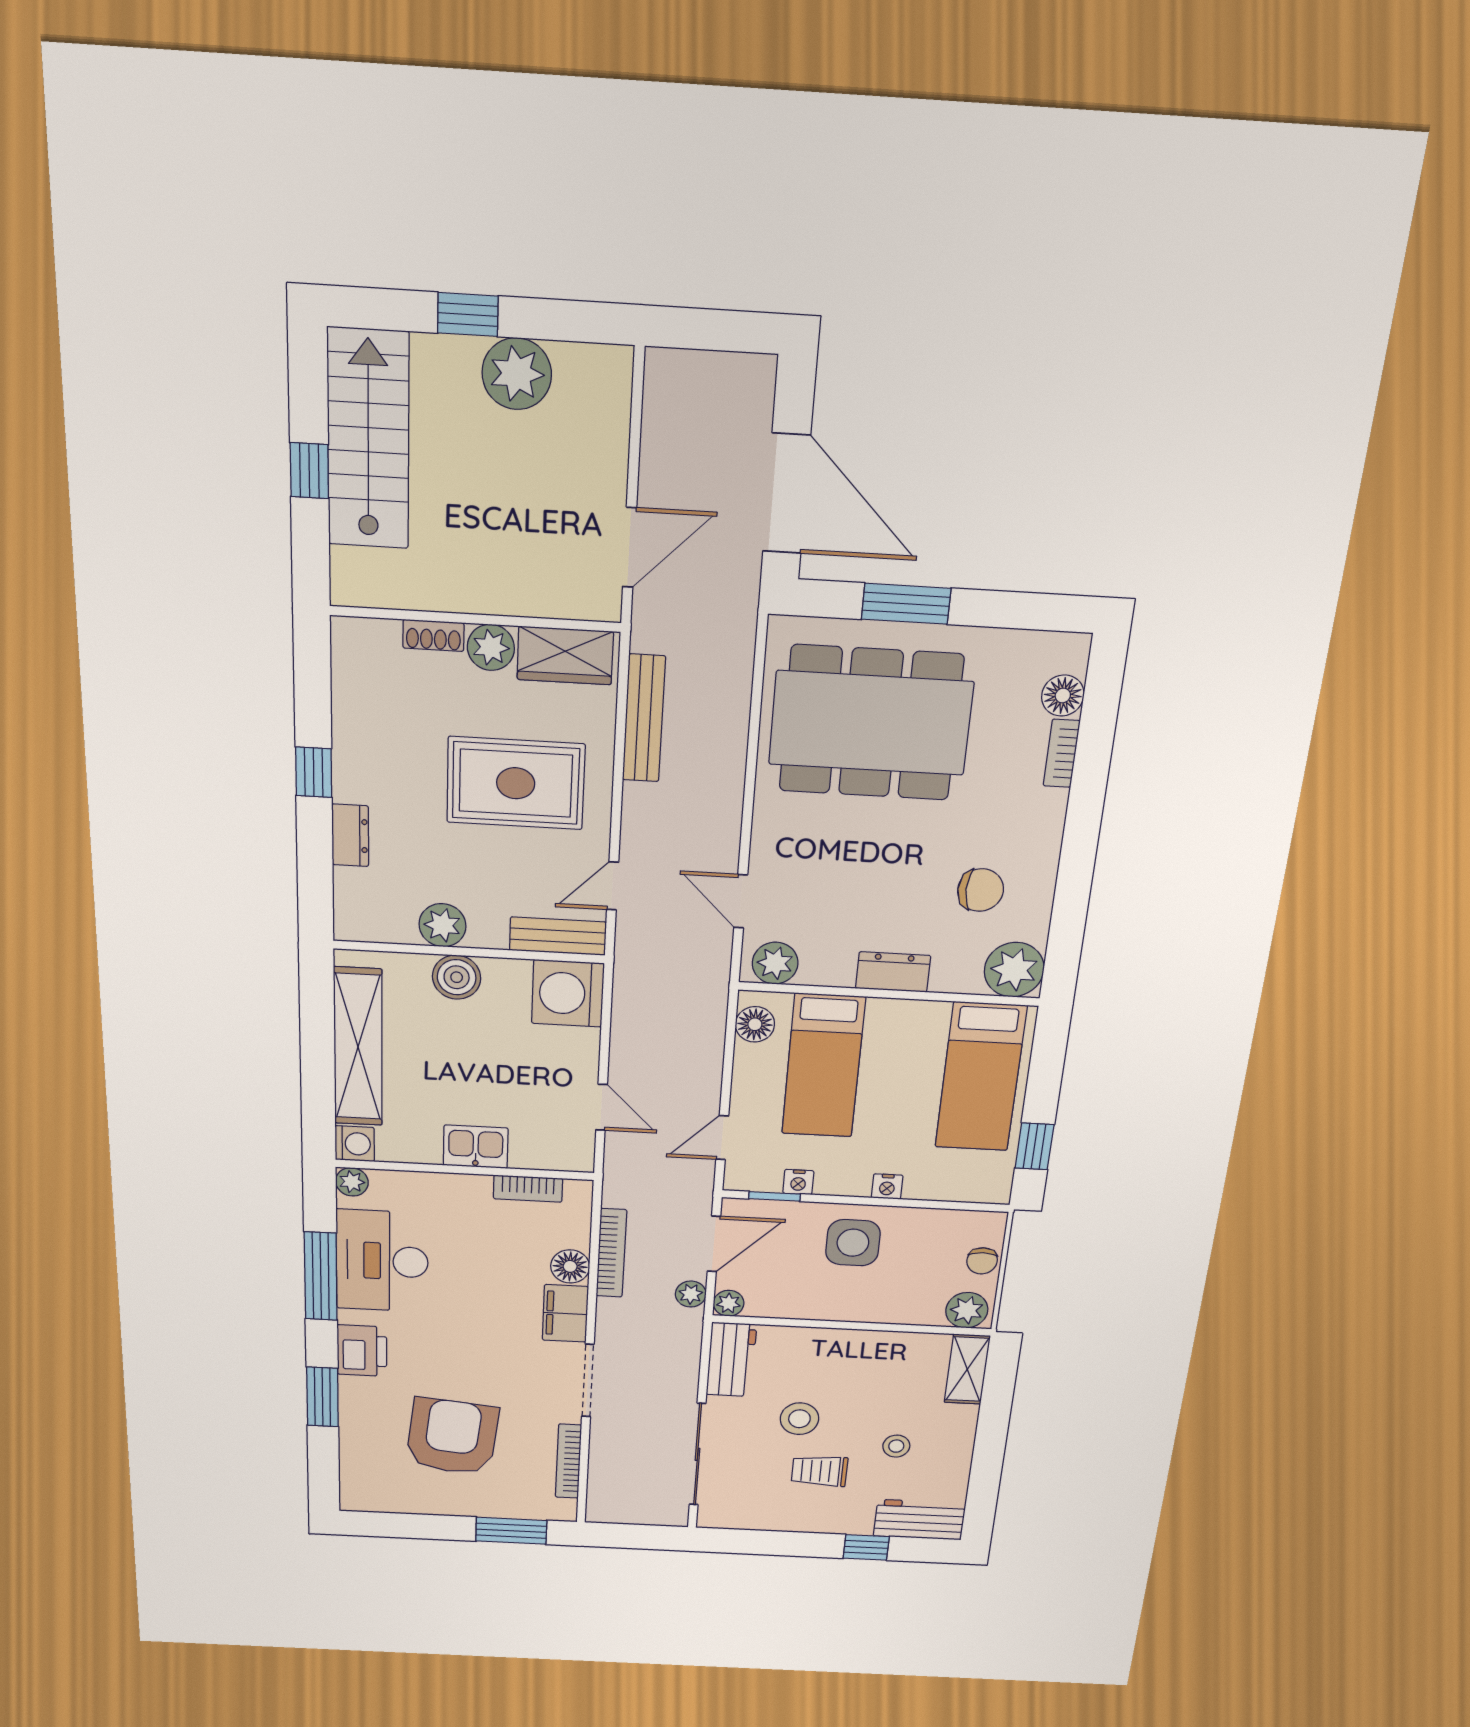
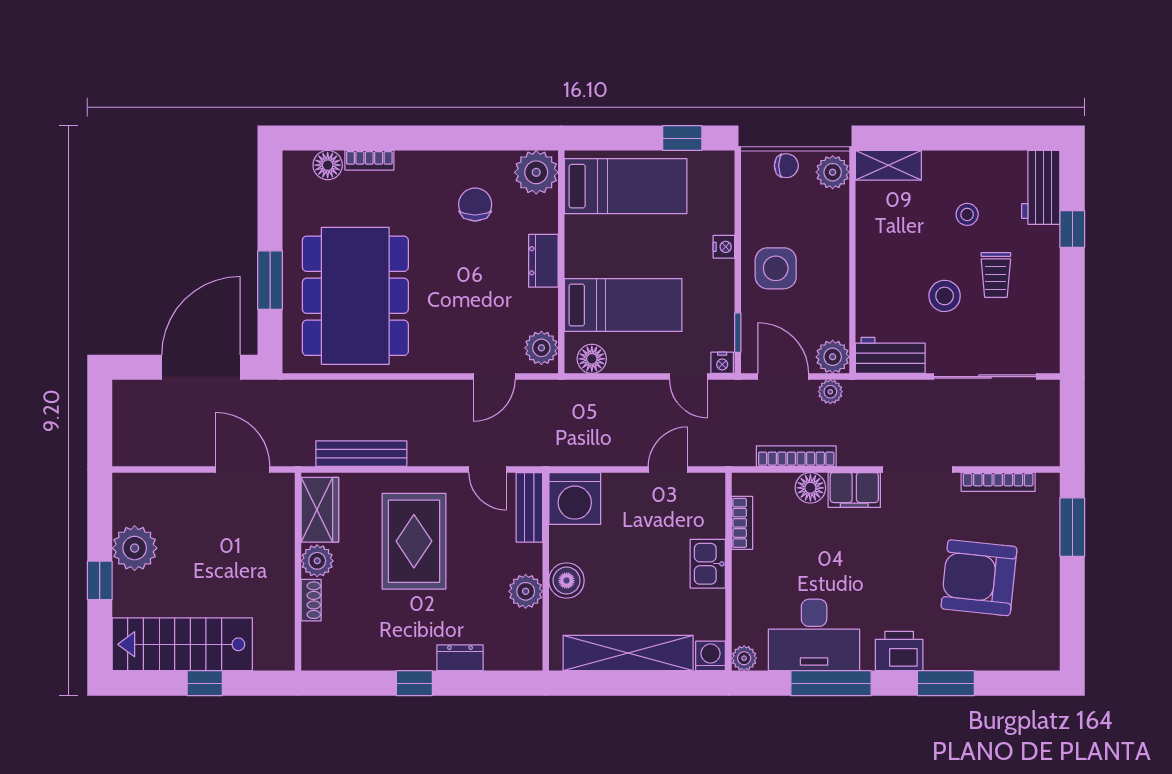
nightstand: (798, 1182) -> (722, 363), moved, turned 90
plant: (729, 1303) -> (833, 357), width x1.38, depth x1.38

